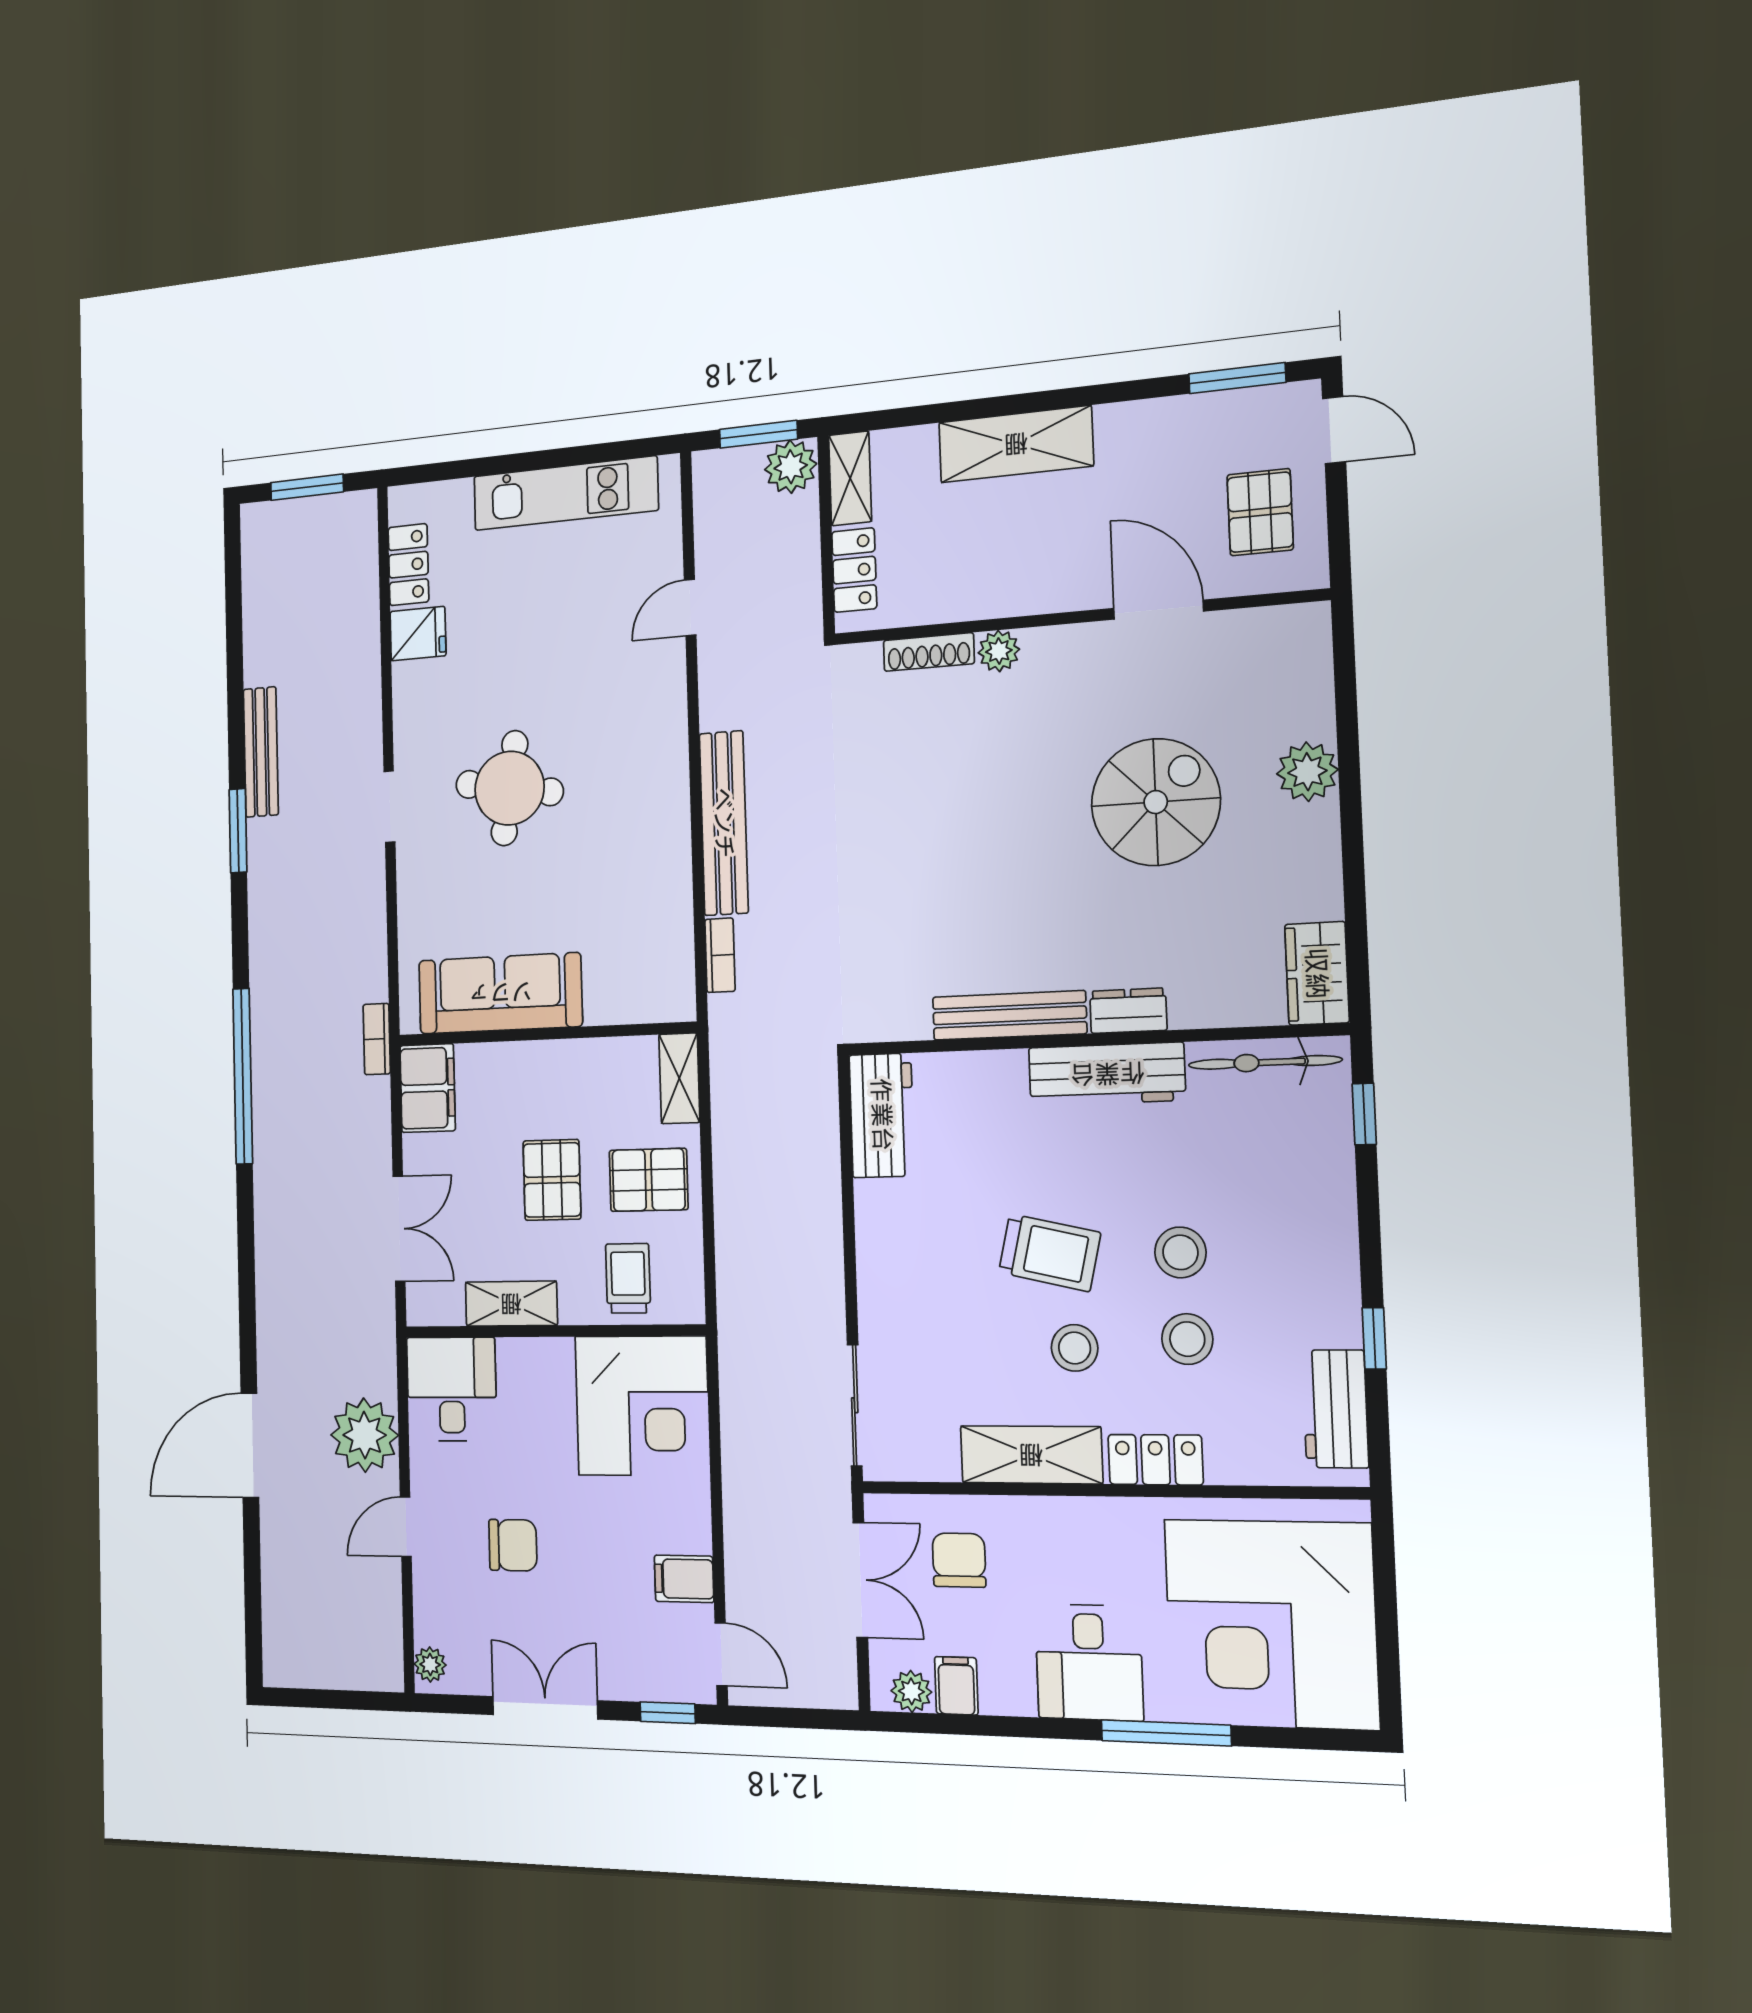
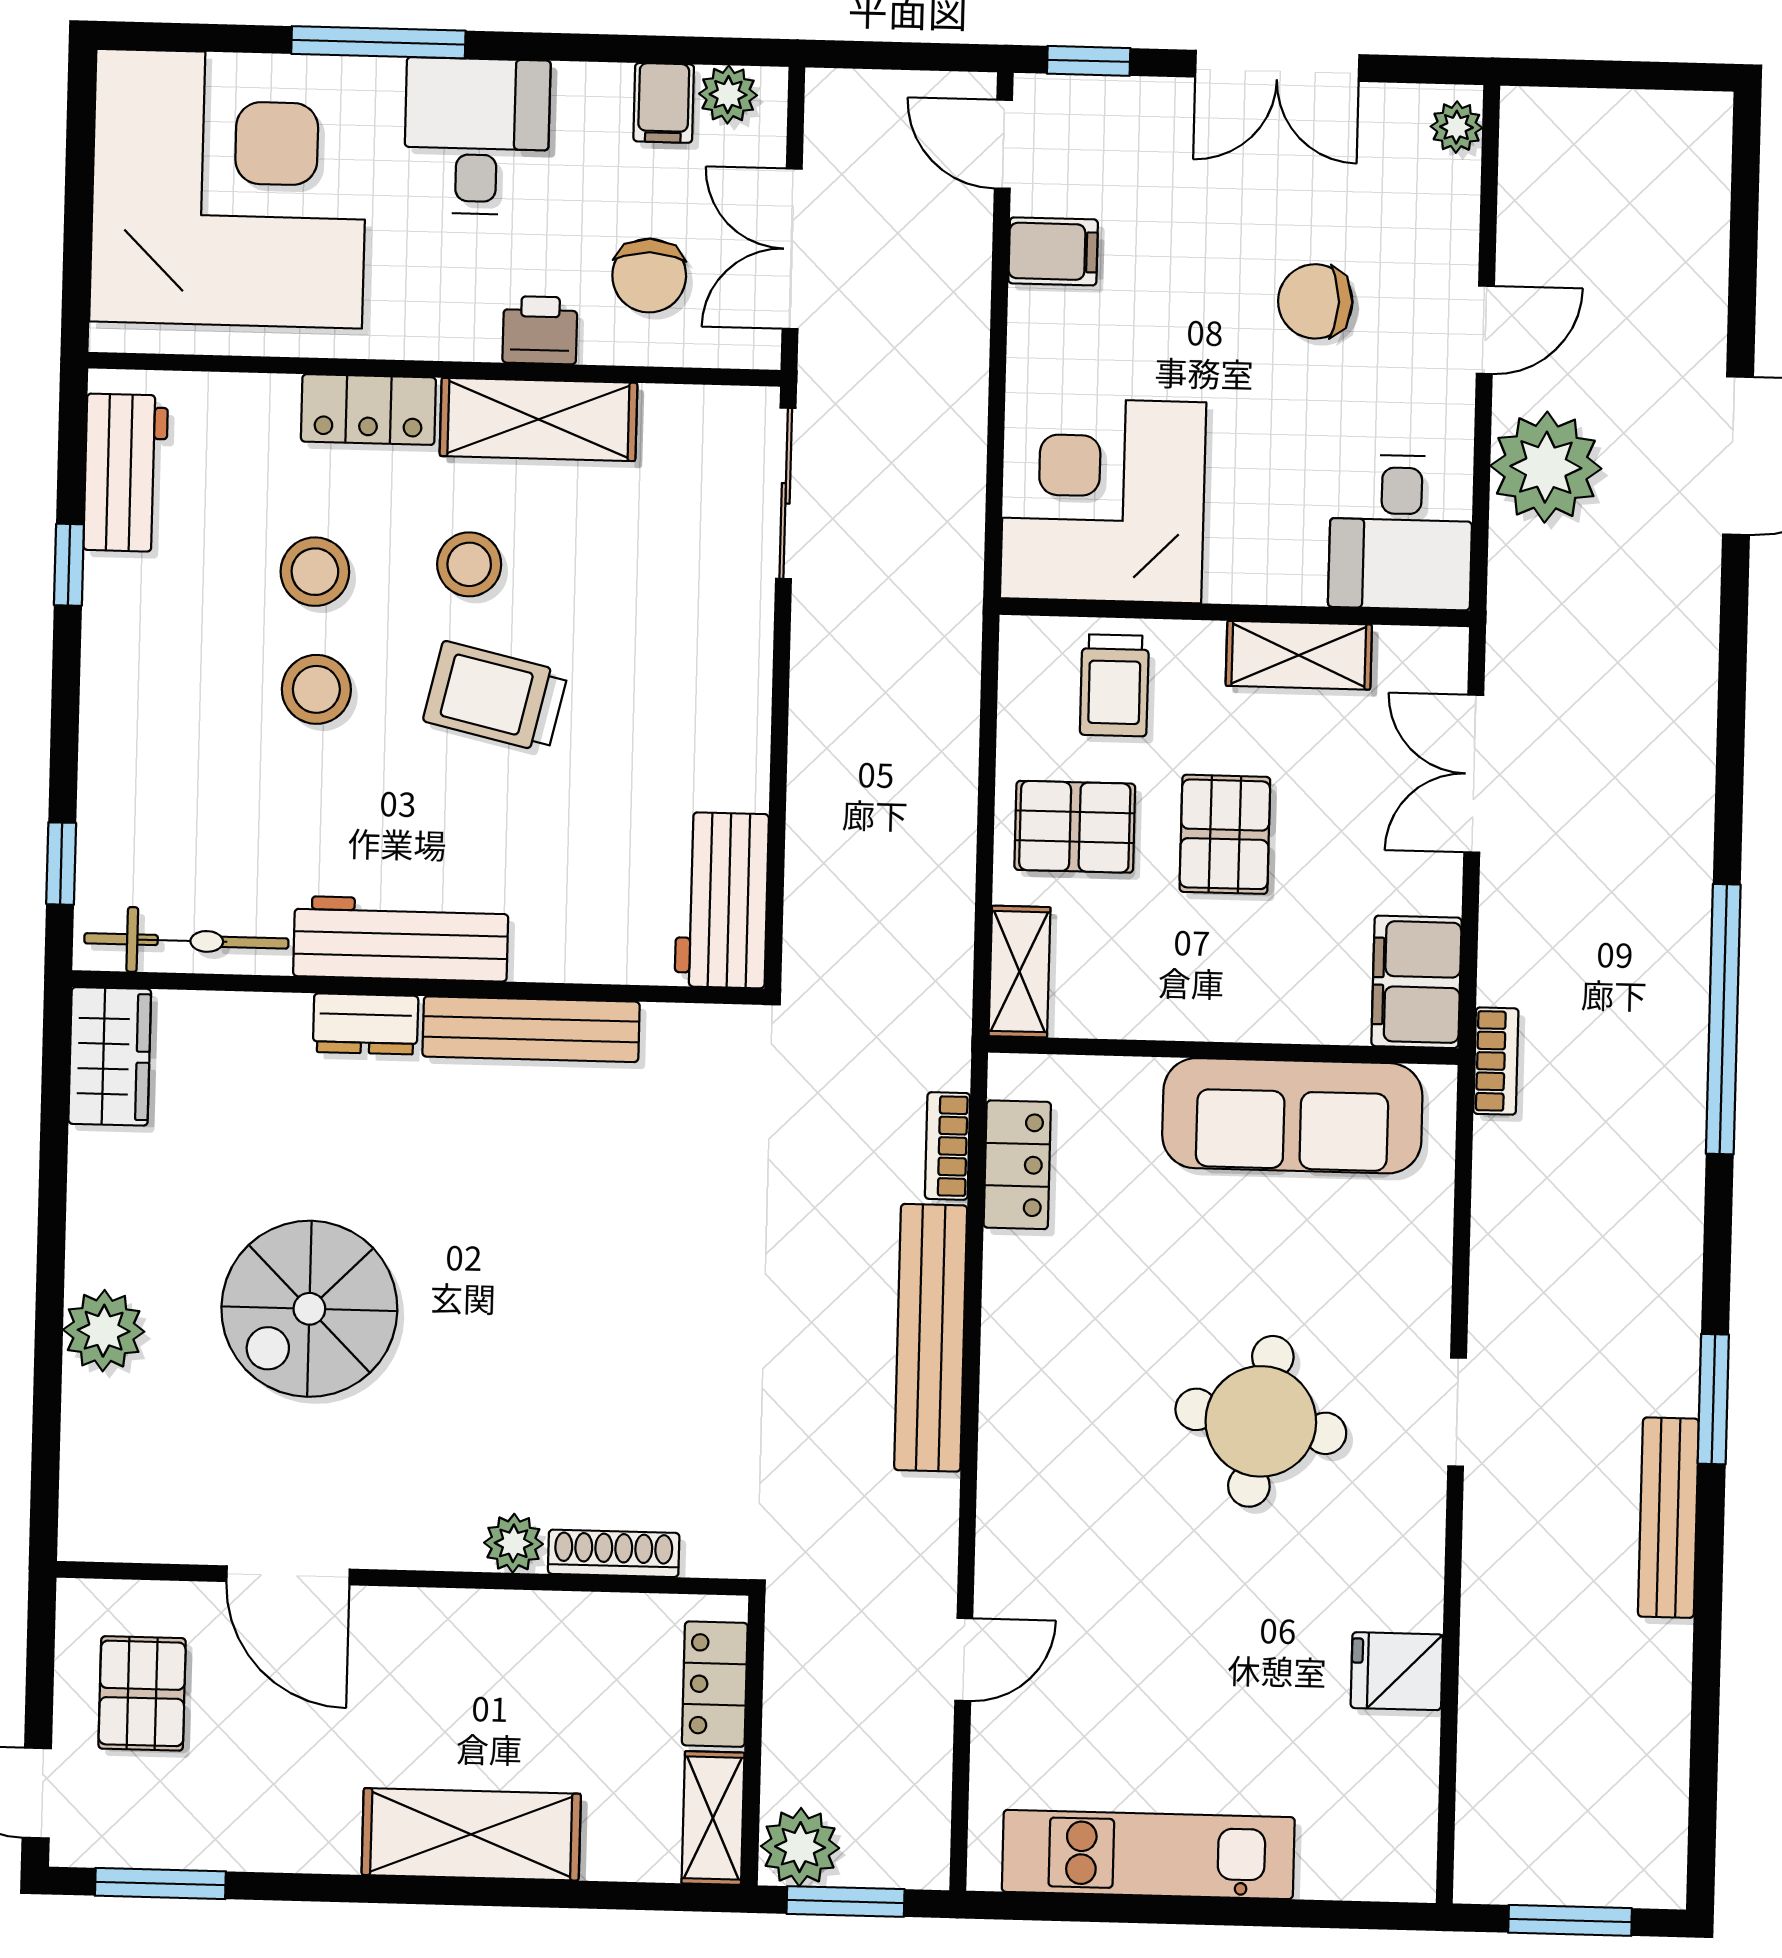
locker: (408, 565) -> (1017, 1165), moved, turned 180
printer: (1034, 1520) -> (540, 330), added

